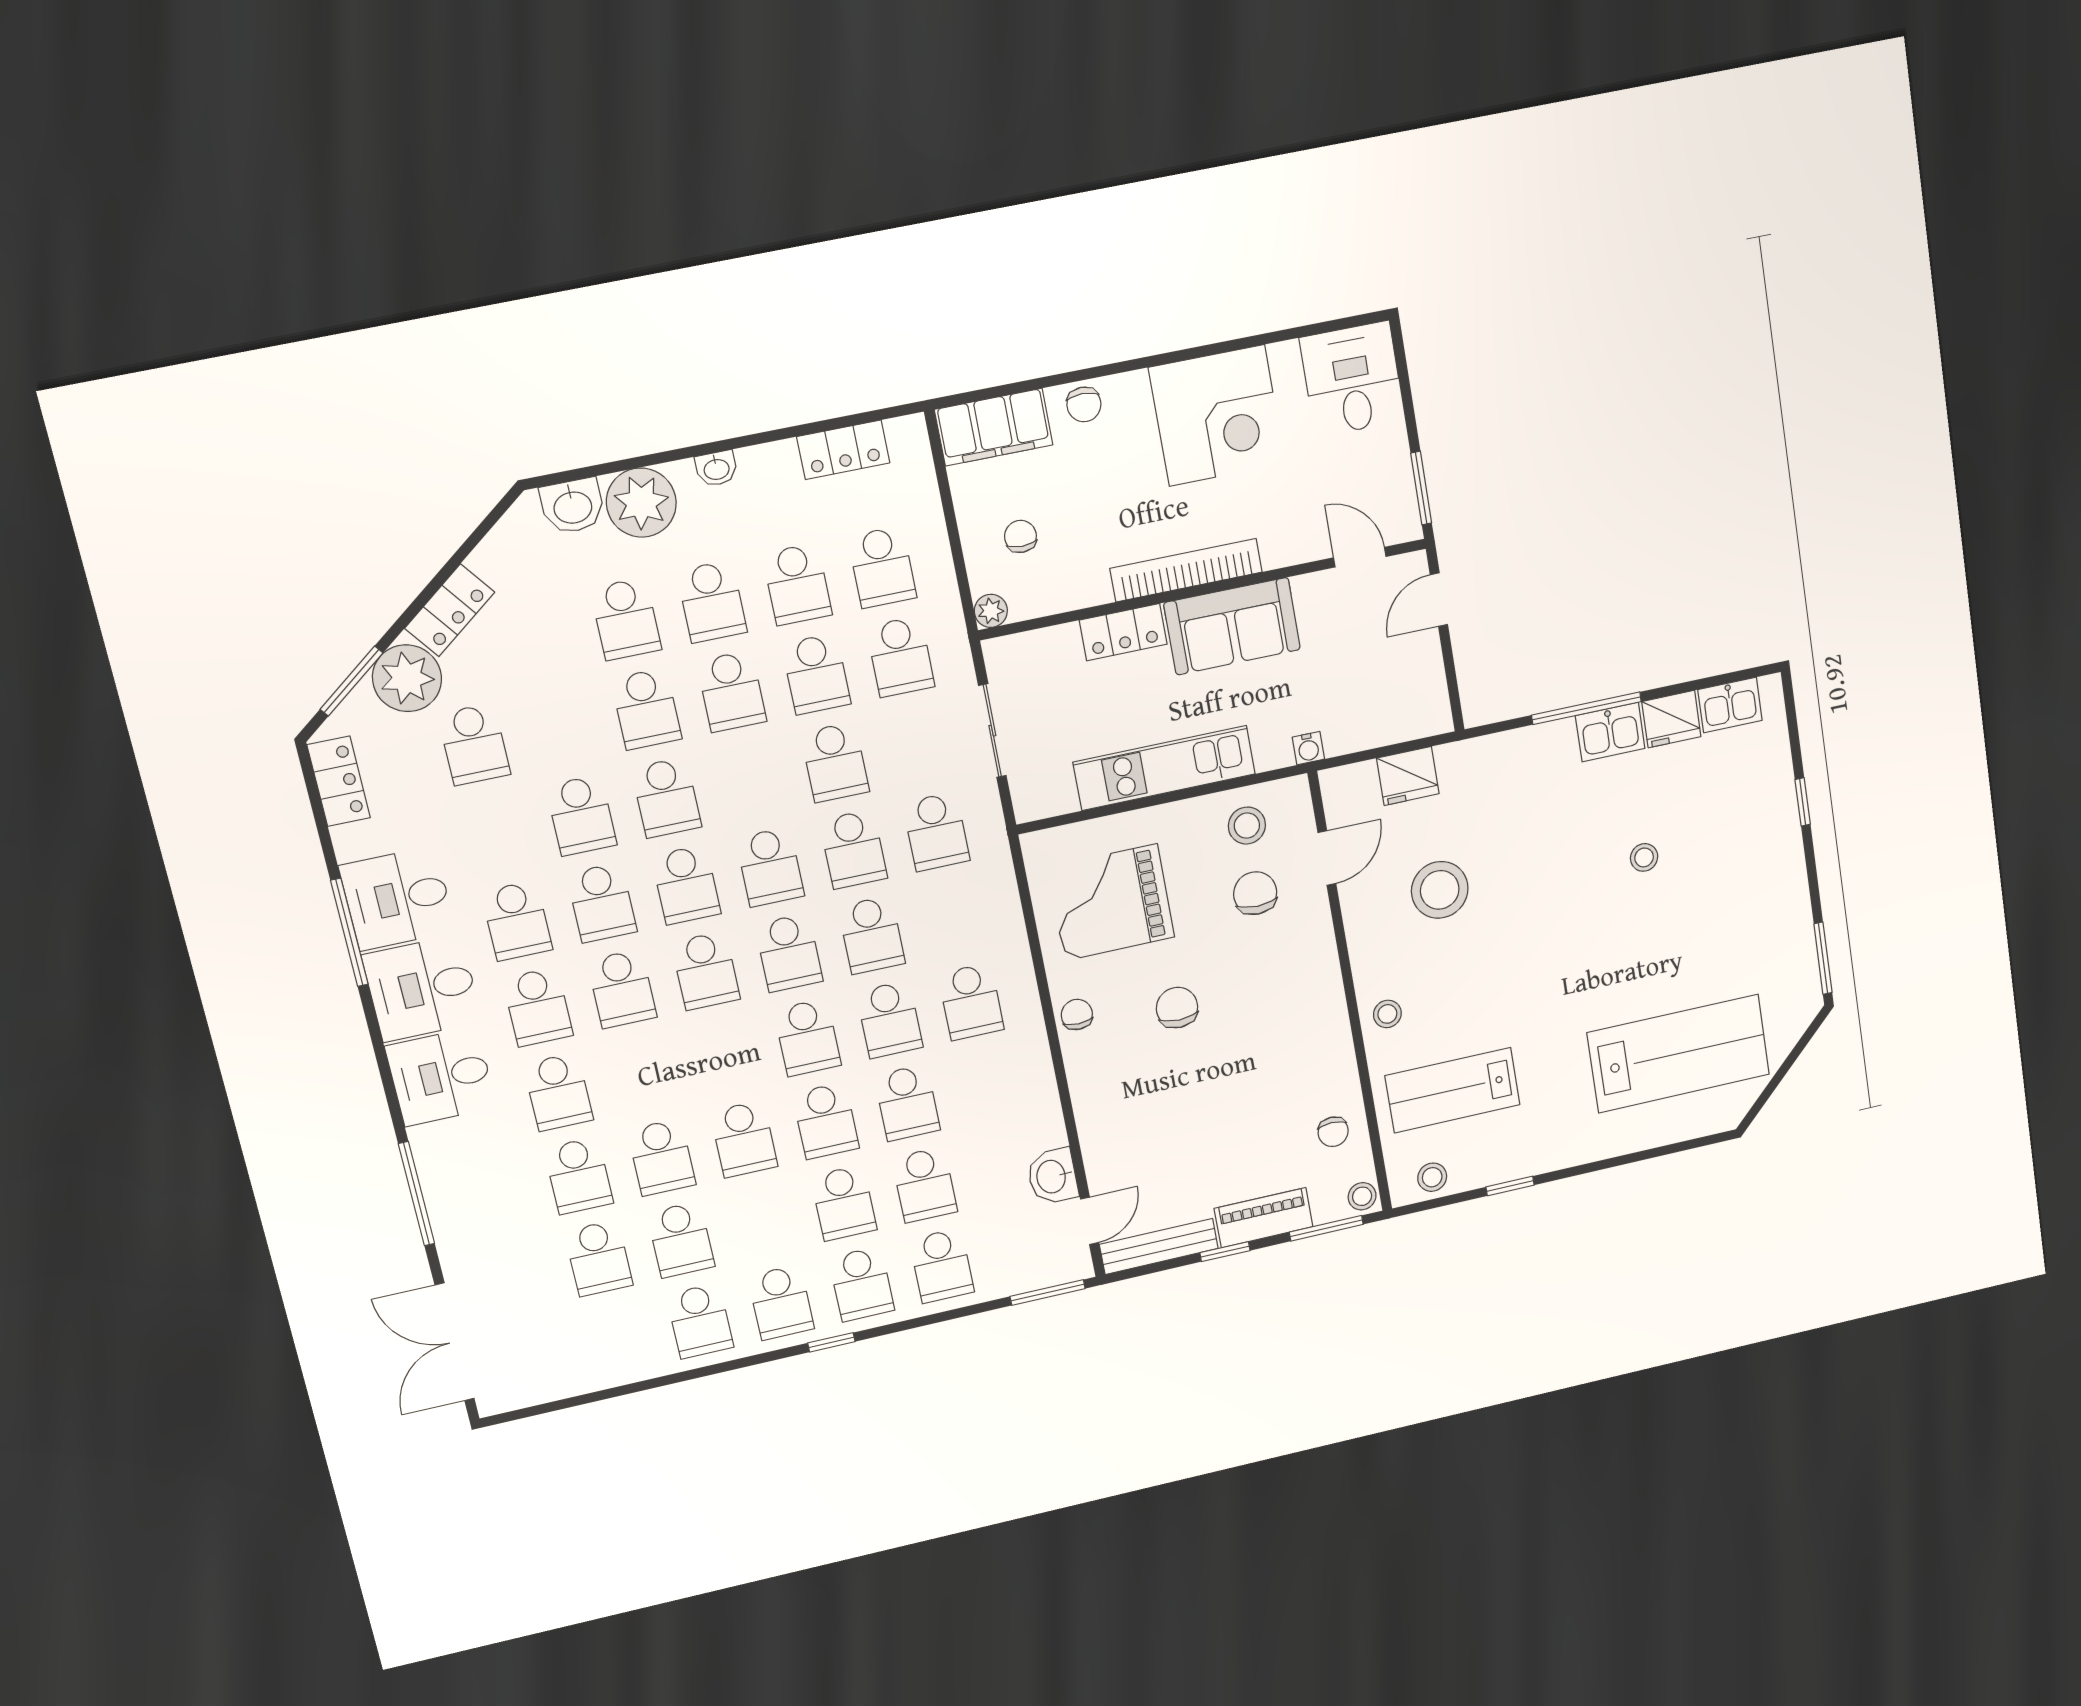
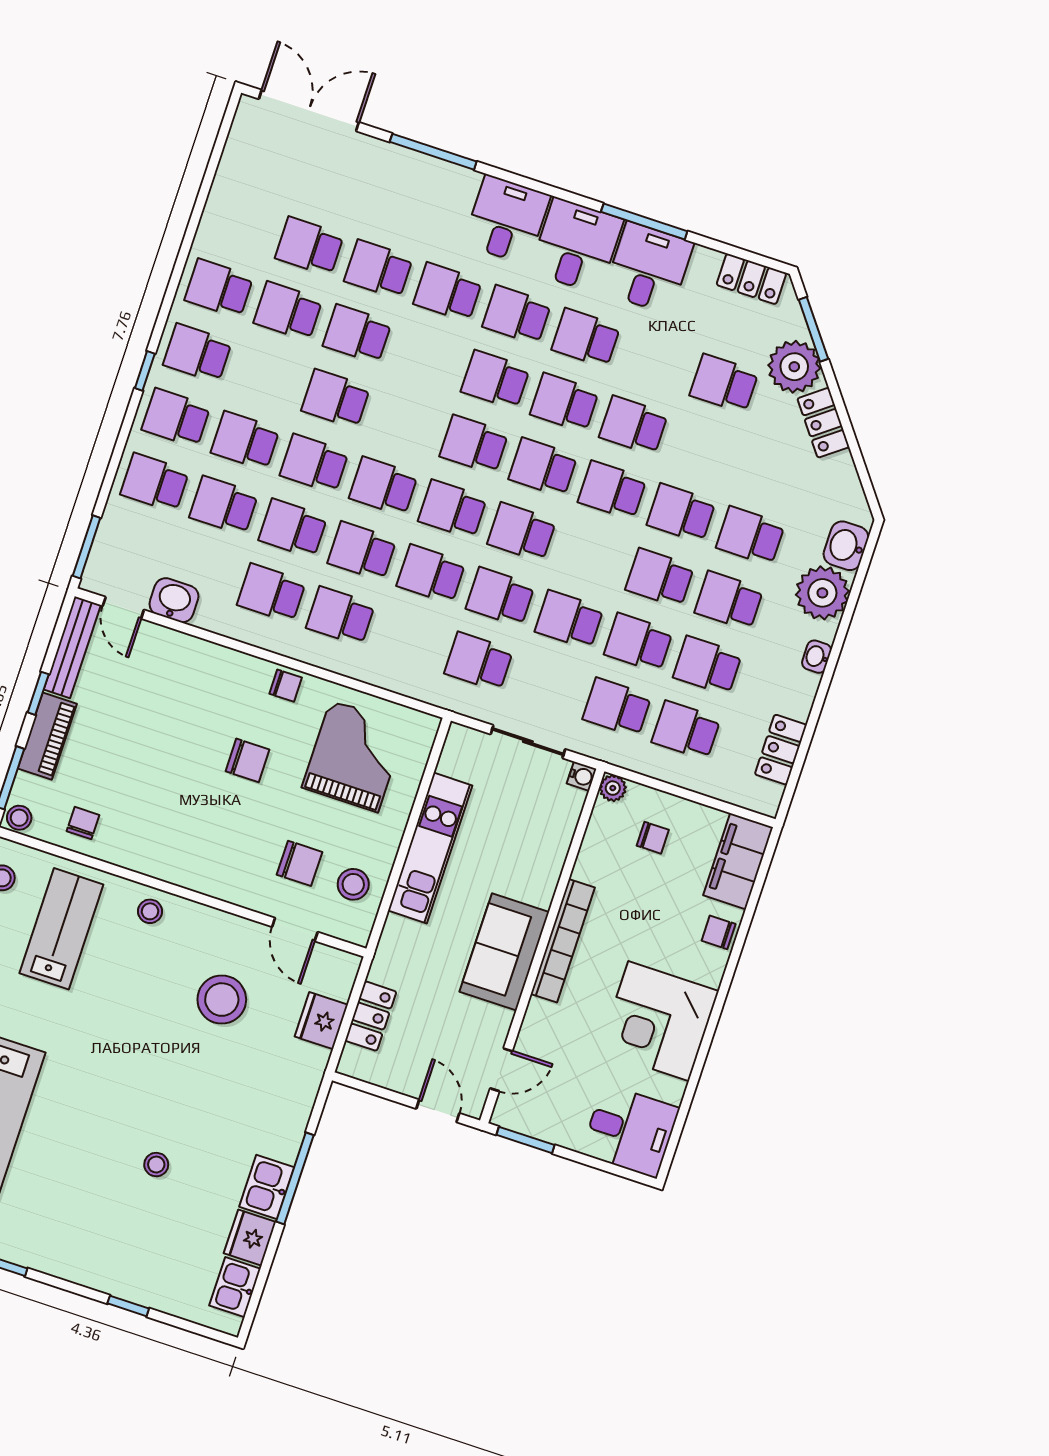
locker: (1123, 632) -> (371, 1016), moved, turned 180
water cooler: (1308, 748) -> (582, 776), moved, turned 180
school desk: (988, 1085) -> (271, 593), added
chair: (1333, 1132) -> (83, 823), turned 90

